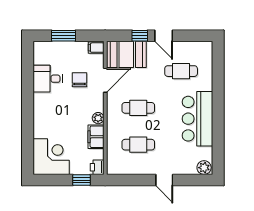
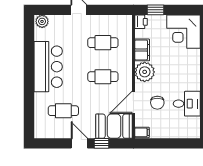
window: (64, 36) -> (172, 143), removed
plant: (98, 118) -> (145, 72), width x1.88, depth x1.88

